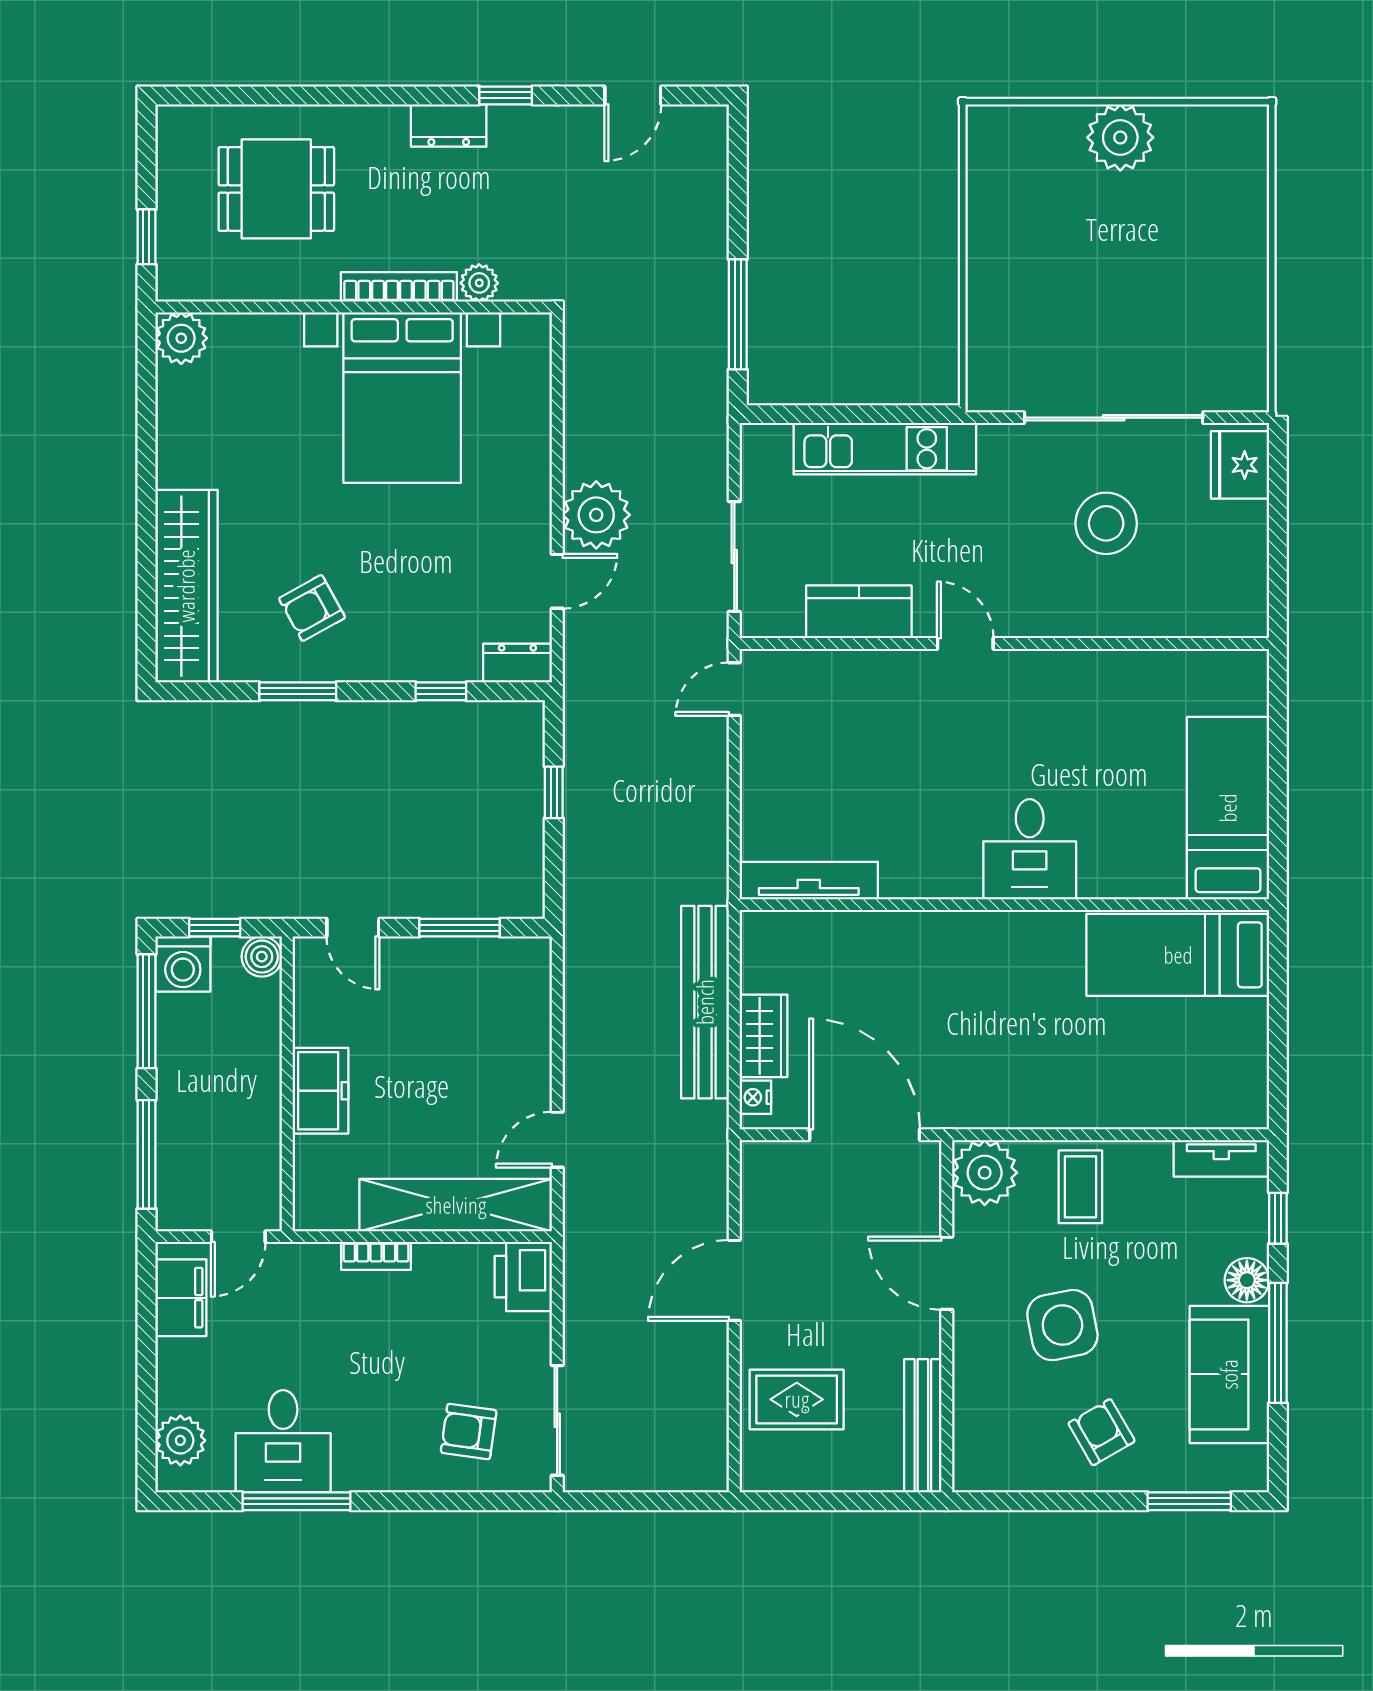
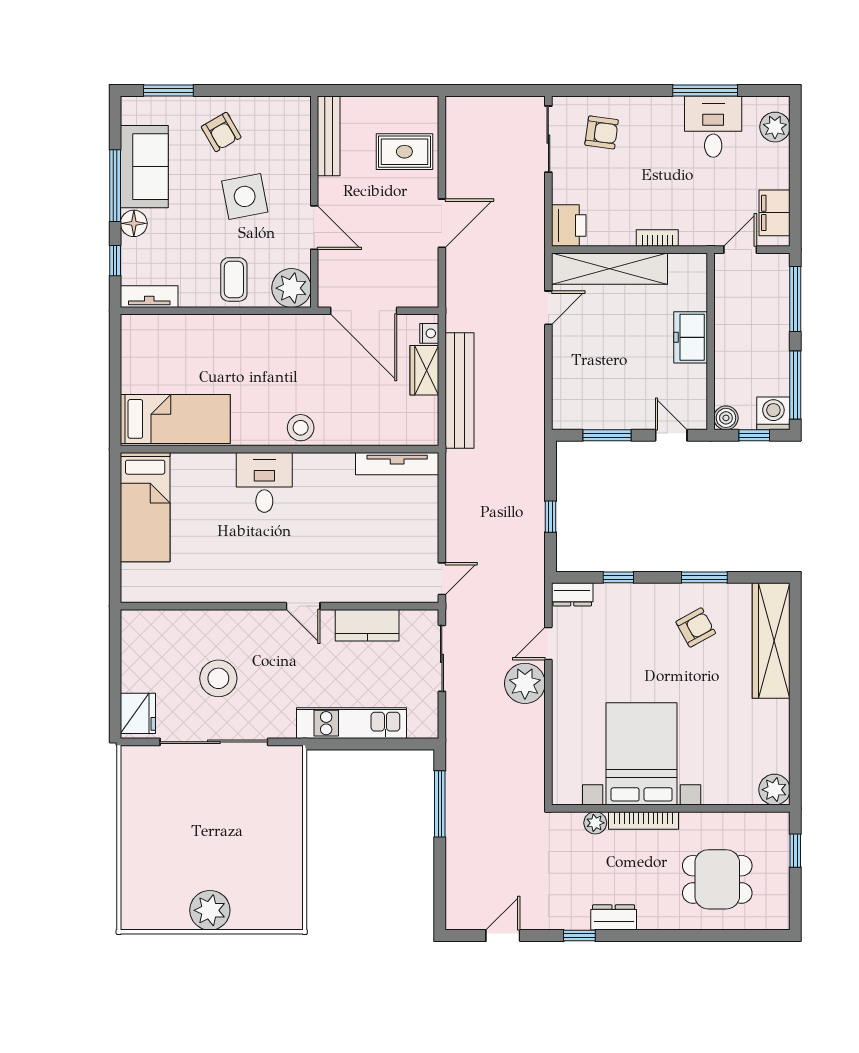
stool: (969, 940) -> (301, 428), added

